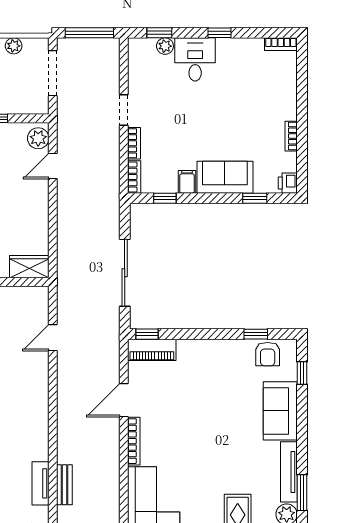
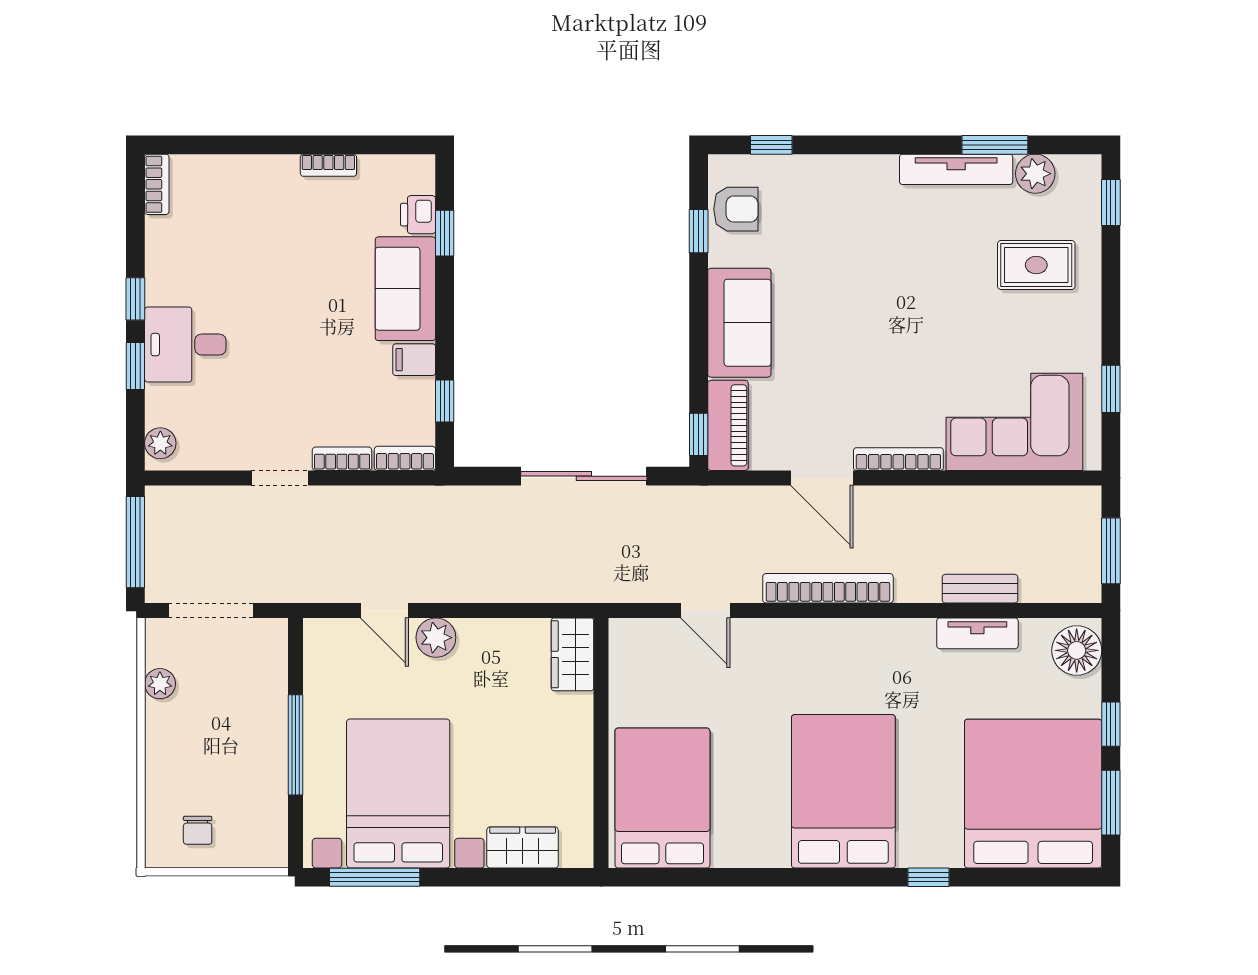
window: (159, 33) -> (135, 366), moved
plant: (165, 46) -> (160, 443), moved
plant: (38, 138) -> (436, 638), moved
printer: (288, 183) -> (418, 215), moved, turned 90
bookcase: (65, 403) -> (828, 588), added
sofa: (280, 411) -> (739, 323), moved, turned -90

